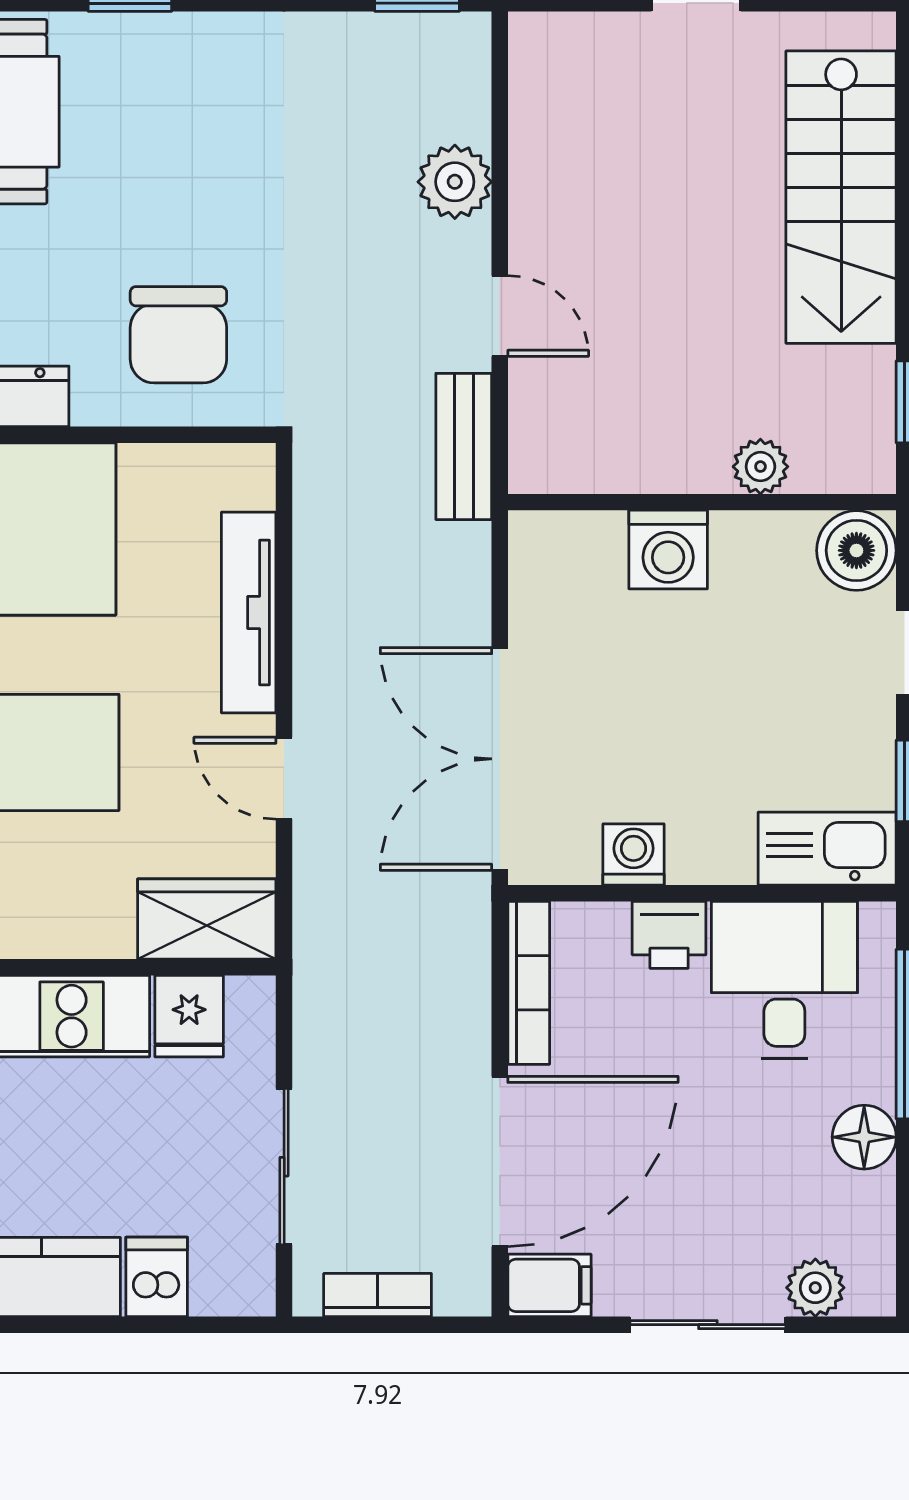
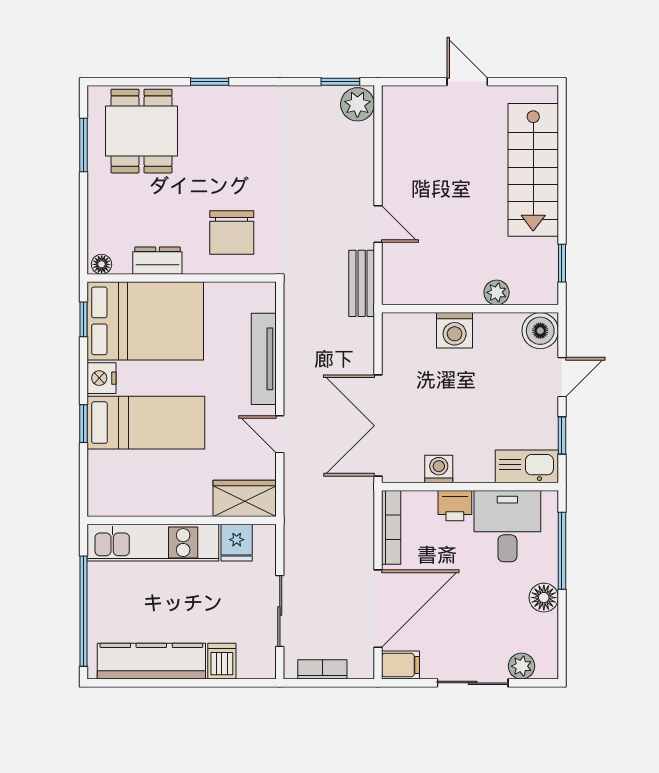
plant: (455, 182) -> (357, 104), moved

